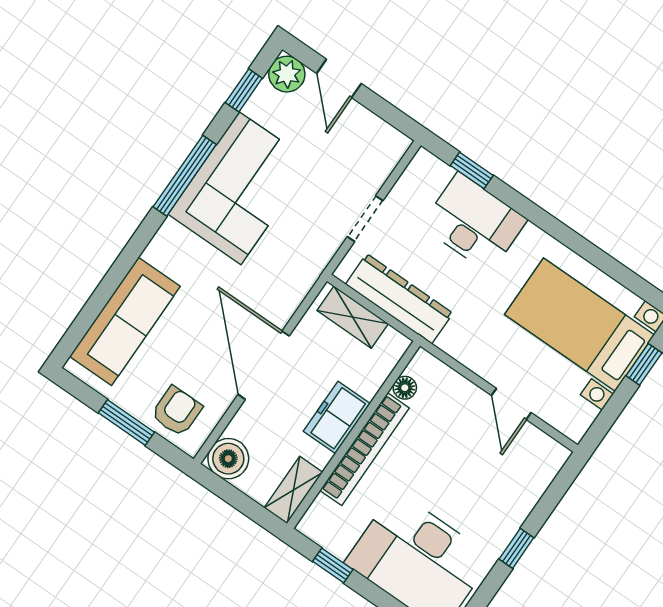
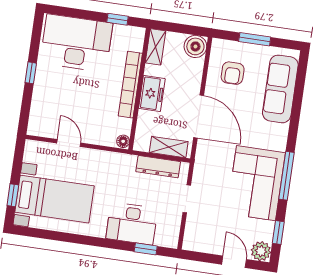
dresser: (399, 299) -> (158, 167), width x0.73, depth x0.80
door: (264, 365) -> (199, 116), moved
floor lamp: (405, 388) -> (123, 141), moved
armchair: (177, 411) -> (233, 73), moved

